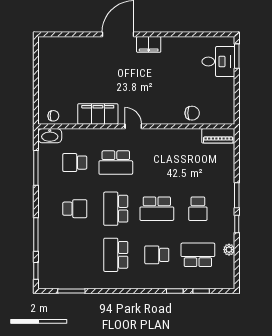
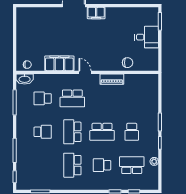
desk: (218, 61) -> (147, 37), moved
piano: (218, 136) -> (112, 79), moved

